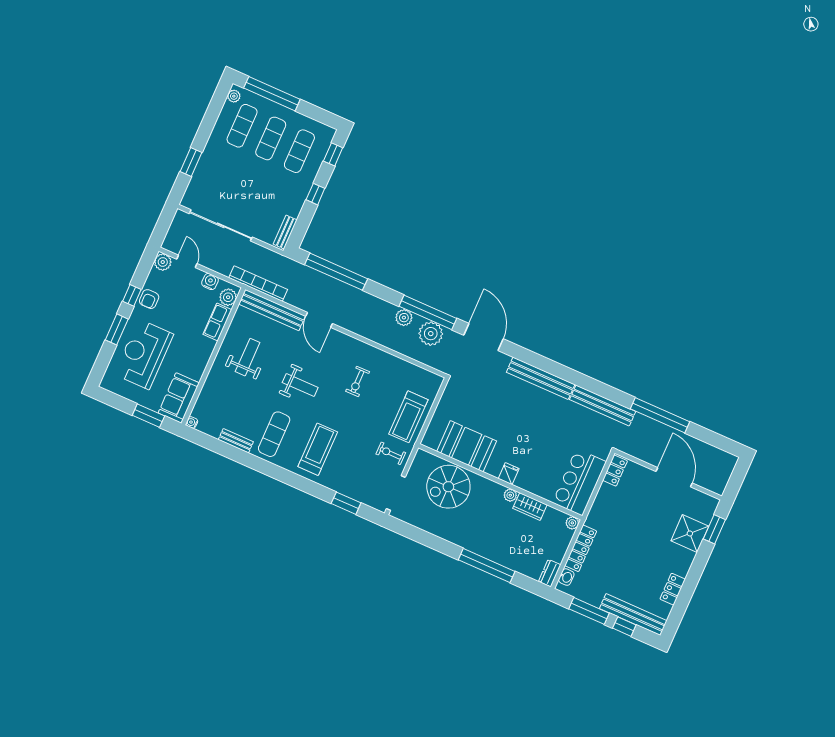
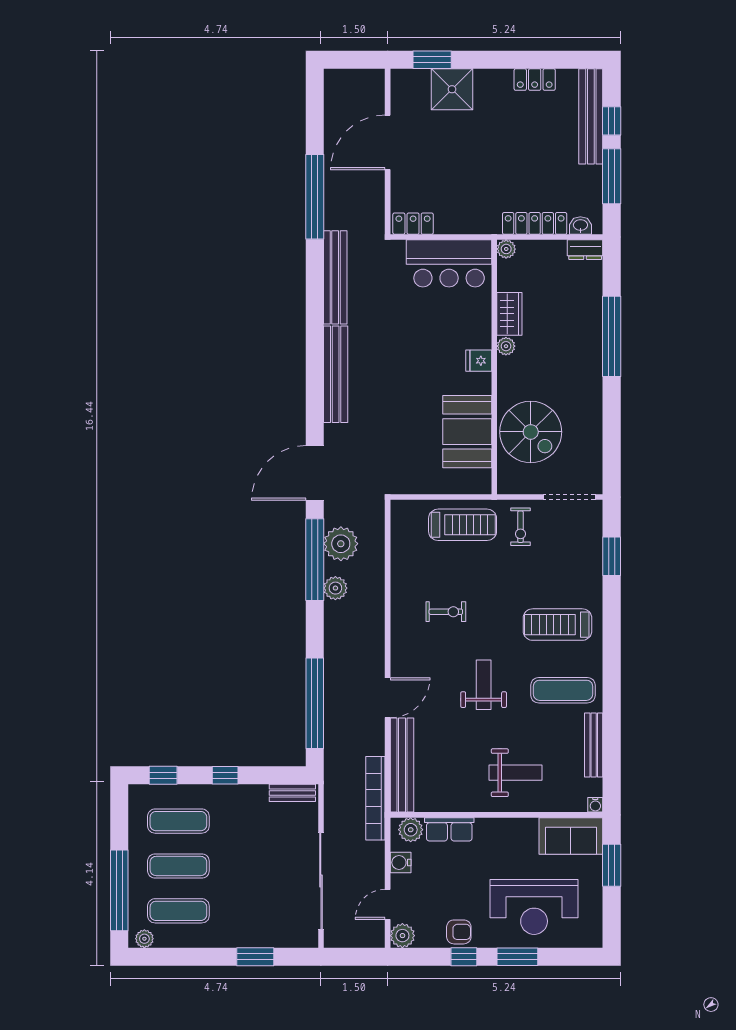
weight bench: (248, 357) -> (516, 773), moved, turned 180
bench: (236, 441) -> (594, 745), width x1.36

